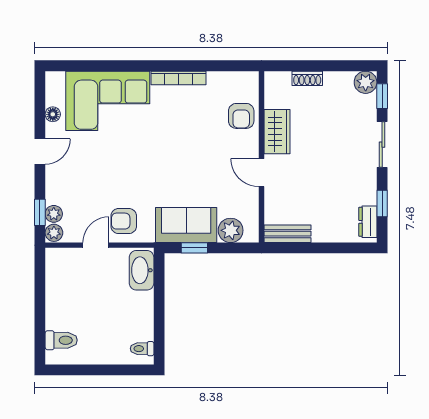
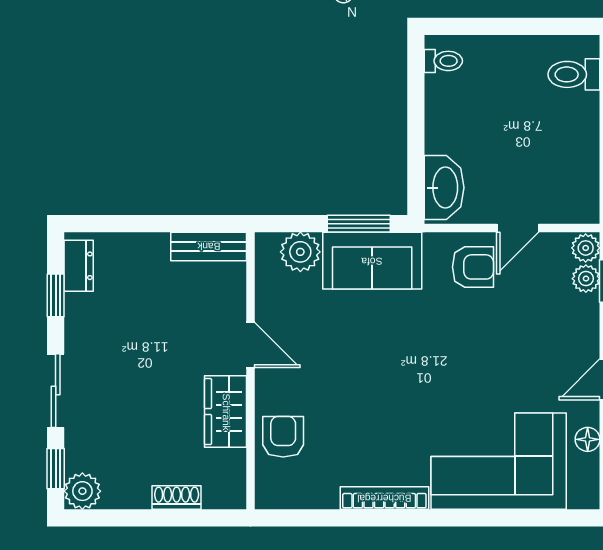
window: (194, 248) -> (359, 224), width x1.50

